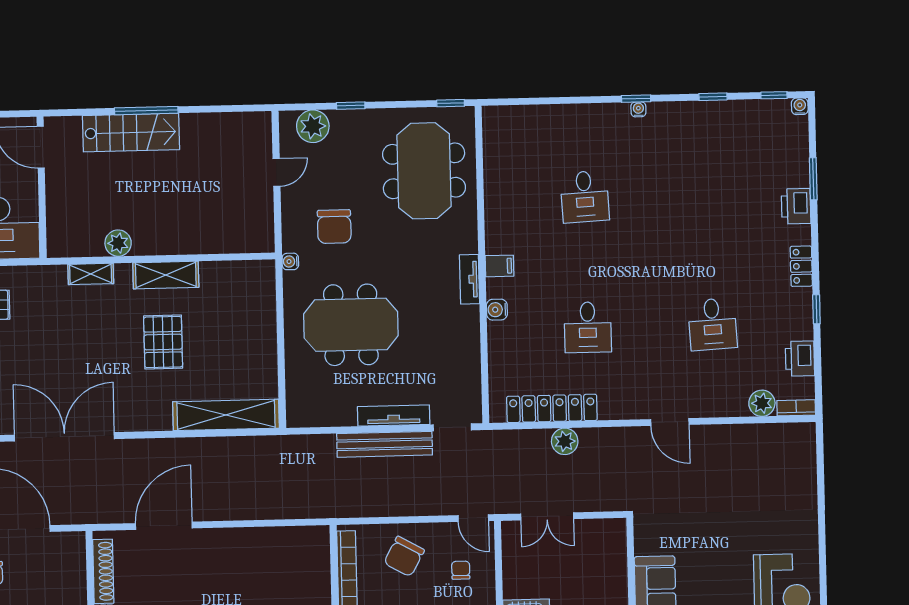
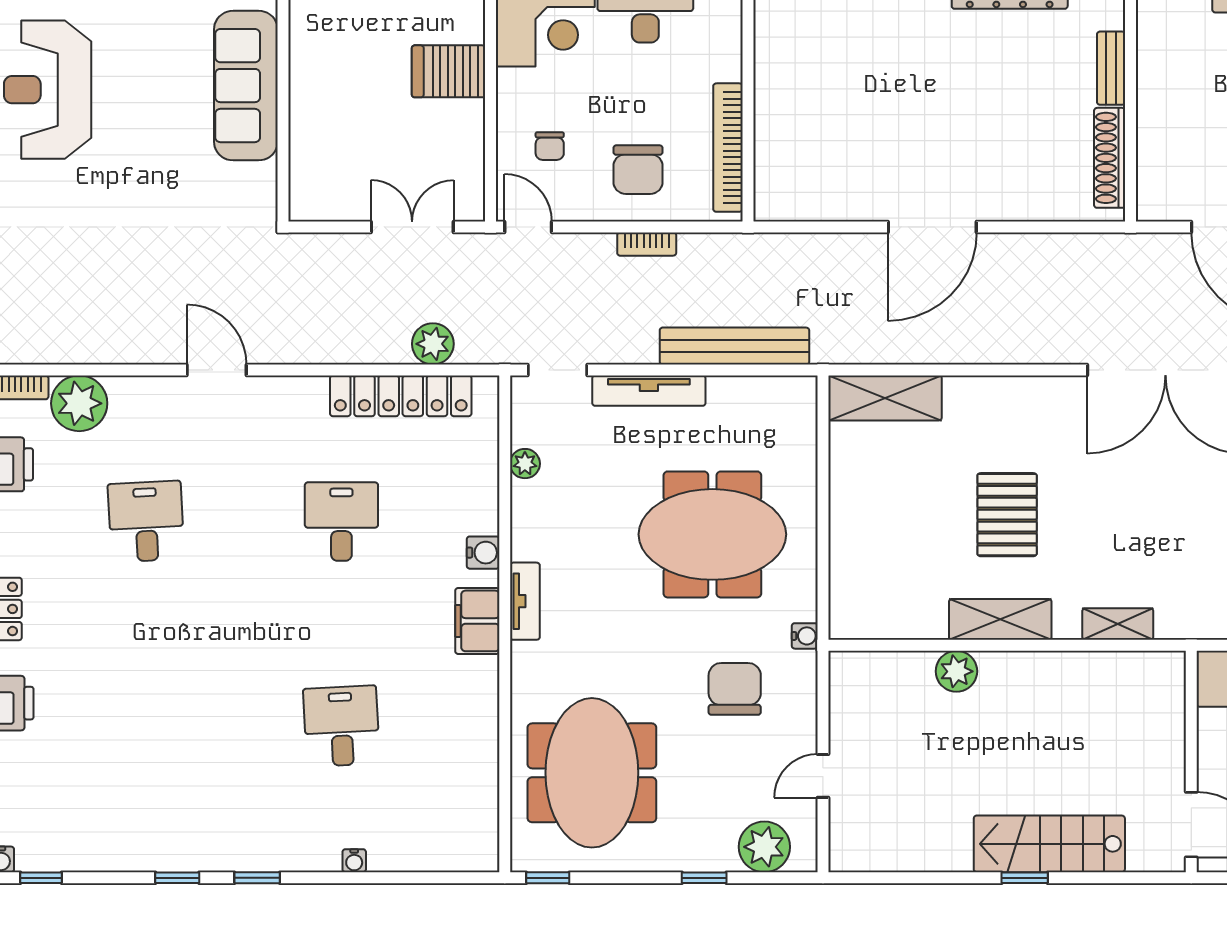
window: (713, 97) -> (177, 878), moved
water cooler: (638, 109) -> (354, 861), moved
window: (146, 111) -> (1025, 878), width x0.46
plant: (118, 243) -> (956, 671), moved
filing cabinet: (500, 266) -> (477, 621), width x2.00
plant: (472, 367) -> (525, 464), added
plant: (762, 403) -> (79, 403), width x1.36, depth x1.36
shelving: (226, 415) -> (885, 398), width x0.68
plant: (565, 441) -> (433, 344), moved
bench: (385, 444) -> (734, 346), moved
bookcase: (397, 509) -> (647, 244), added
door: (164, 526) -> (932, 227), moved
chair: (404, 556) -> (638, 170), turned 151

